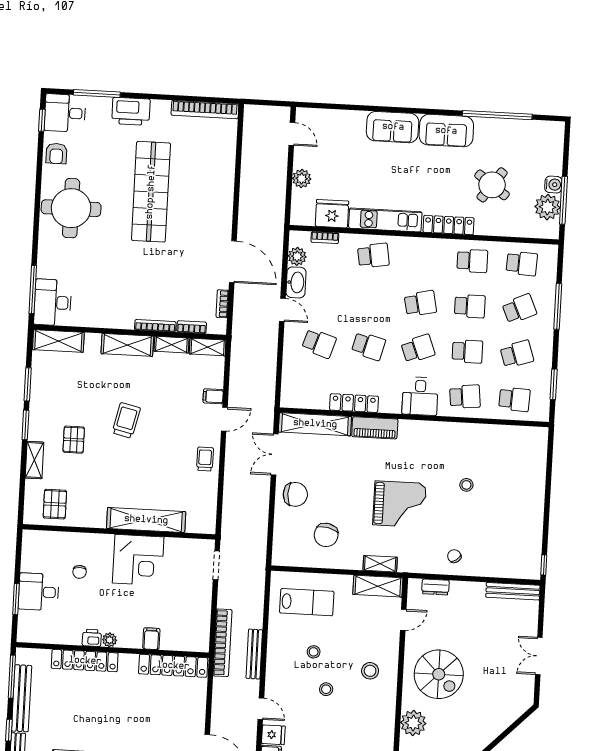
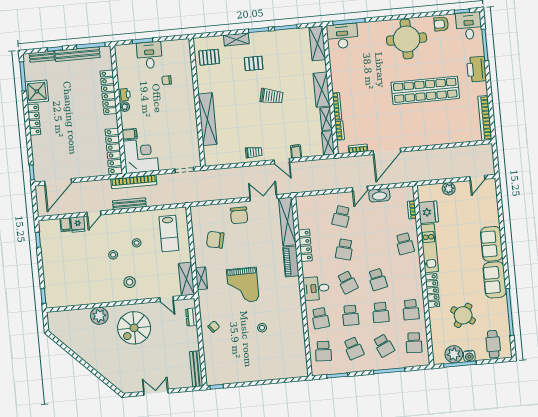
cafe table: (541, 147) -> (493, 344), added
plant: (297, 256) -> (397, 193), removed
corner desk: (138, 560) -> (141, 156), moved, turned 180

